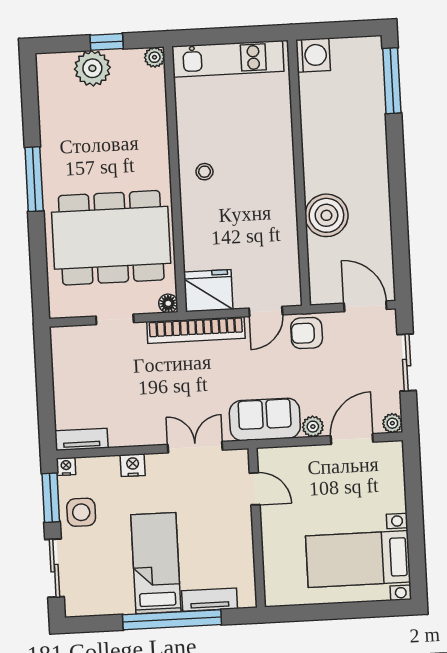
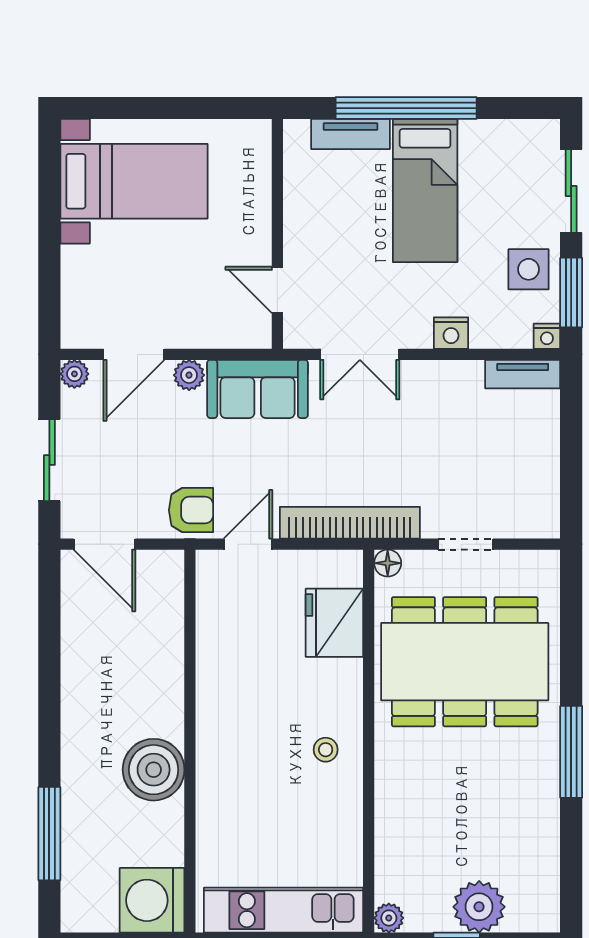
washing machine: (313, 55) -> (152, 900), width x1.37, depth x1.37
window: (392, 81) -> (49, 834), moved
boiler: (326, 215) -> (154, 770), moved
fridge: (208, 291) -> (334, 623), moved, turned 90

